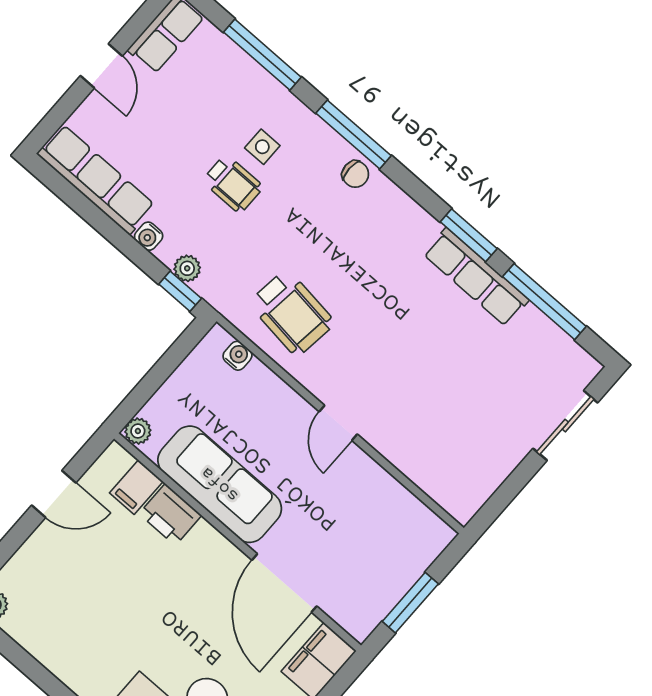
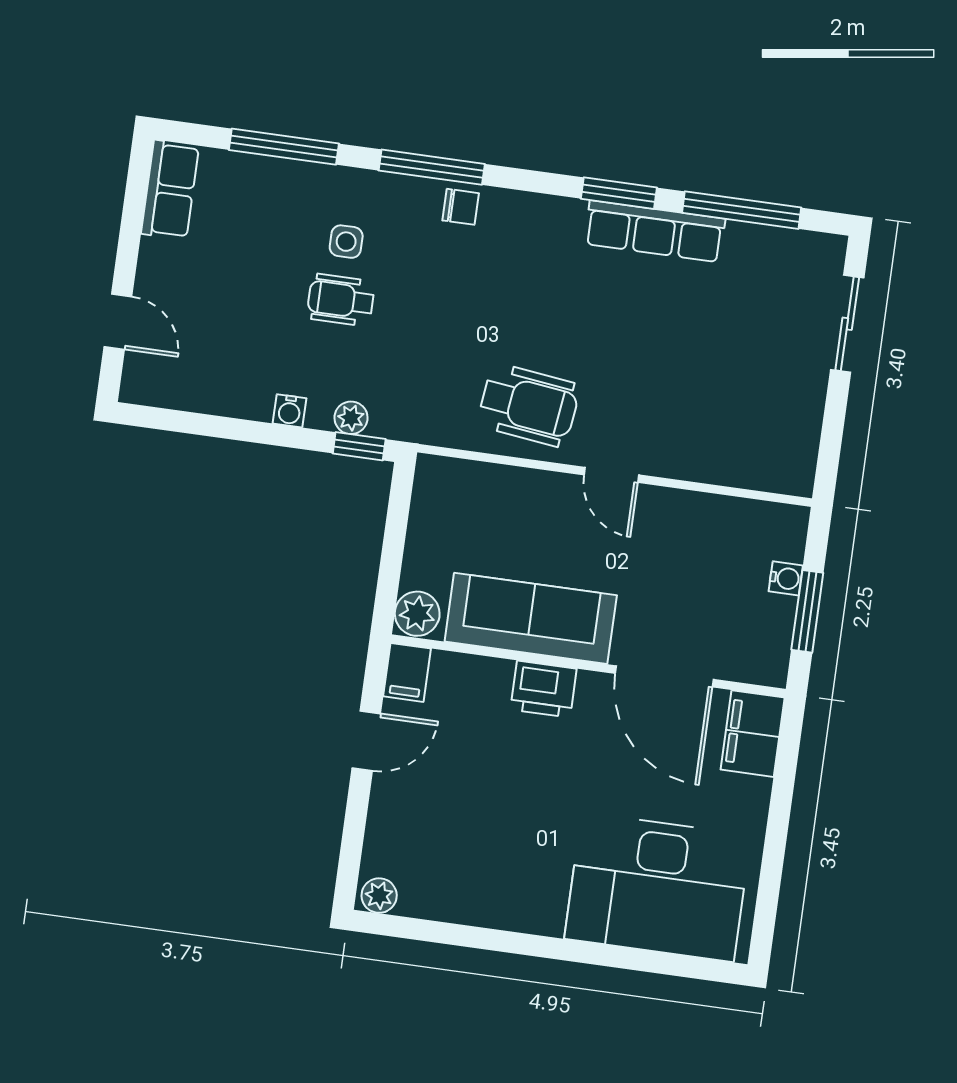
door: (101, 66) -> (118, 322), moved
row of seats: (96, 180) -> (197, 388), removed
wheelchair: (233, 184) -> (341, 300), turned 180
wheelchair: (292, 313) -> (529, 405), moved
water cooler: (237, 356) -> (786, 578), moved, turned 90
plant: (138, 431) -> (417, 614), width x1.38, depth x1.38
filing cabinet: (136, 487) -> (407, 672), moved
printer: (170, 515) -> (544, 689), moved

